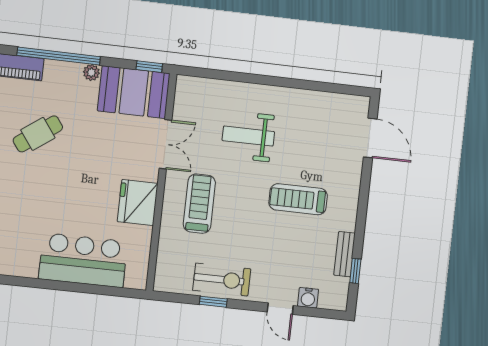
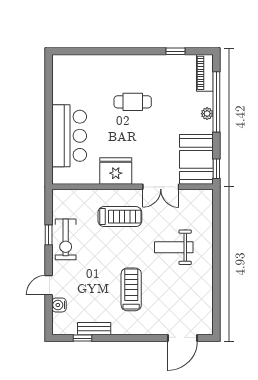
plant: (91, 73) -> (207, 114), moved
cafe table: (38, 134) -> (133, 102), moved, turned -54
weight bench: (248, 136) -> (174, 247), turned -90

